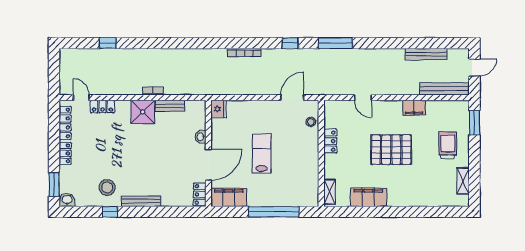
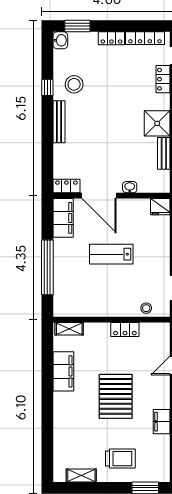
lab bench: (262, 154) -> (111, 254), turned 180

